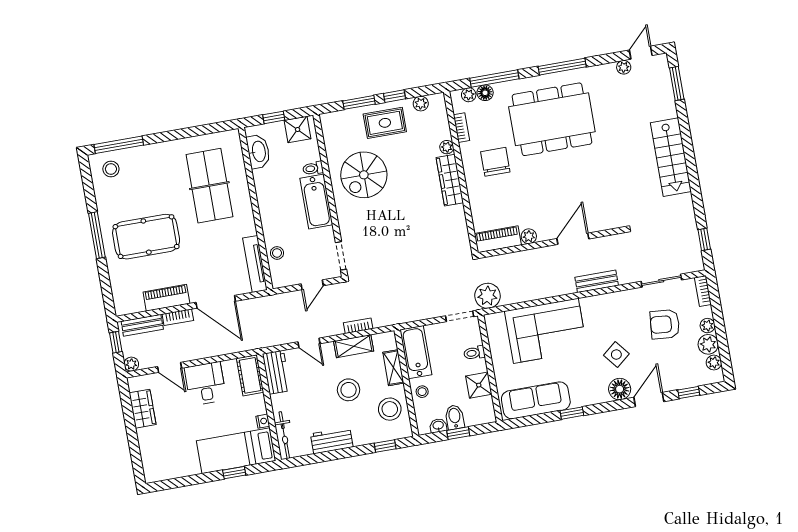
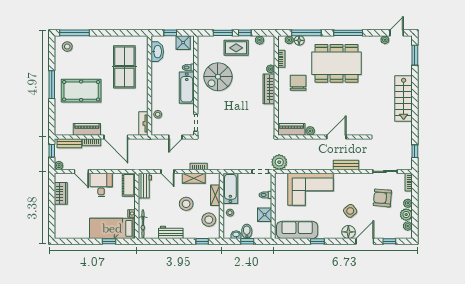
tv unit: (255, 264) -> (143, 123), width x0.71

